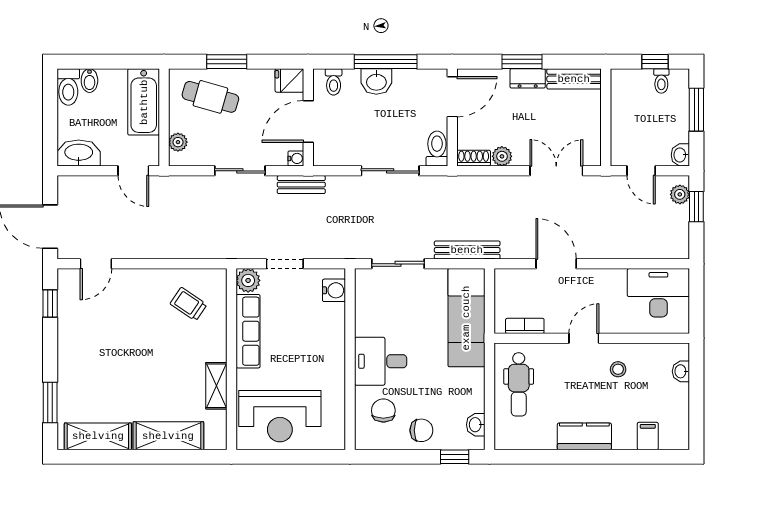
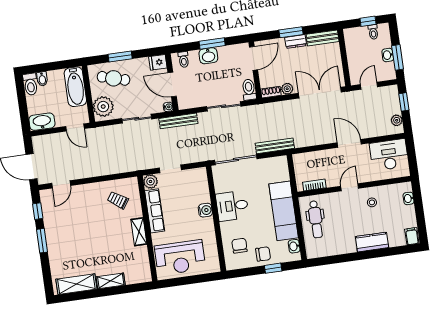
window: (386, 62) -> (212, 43), width x0.69
window: (696, 110) -> (398, 57), moved
door: (308, 121) -> (172, 85), hinge flipped
plant: (178, 142) -> (103, 107), width x1.88, depth x1.88
washbasin: (680, 155) -> (388, 55), moved
double door: (556, 171) -> (320, 93), width x1.37
door: (641, 171) -> (369, 86), swing flipped
bench: (301, 185) -> (178, 121), width x1.36
plant: (680, 194) -> (397, 120), moved
sliding door: (398, 264) -> (236, 160), width x1.37
door: (556, 264) -> (349, 143), moved
water cooler: (334, 290) -> (205, 210), moved
exam couch: (466, 318) -> (284, 211), moved
desk: (381, 361) -> (232, 206), moved
shelving: (216, 386) -> (139, 232), moved
window: (50, 403) -> (42, 241), moved
shelving: (168, 436) -> (111, 281), width x0.67, depth x0.75
kitchen counter: (584, 436) -> (372, 242), moved
filing cabinet: (648, 436) -> (412, 236), moved
window: (455, 457) -> (273, 268), moved

